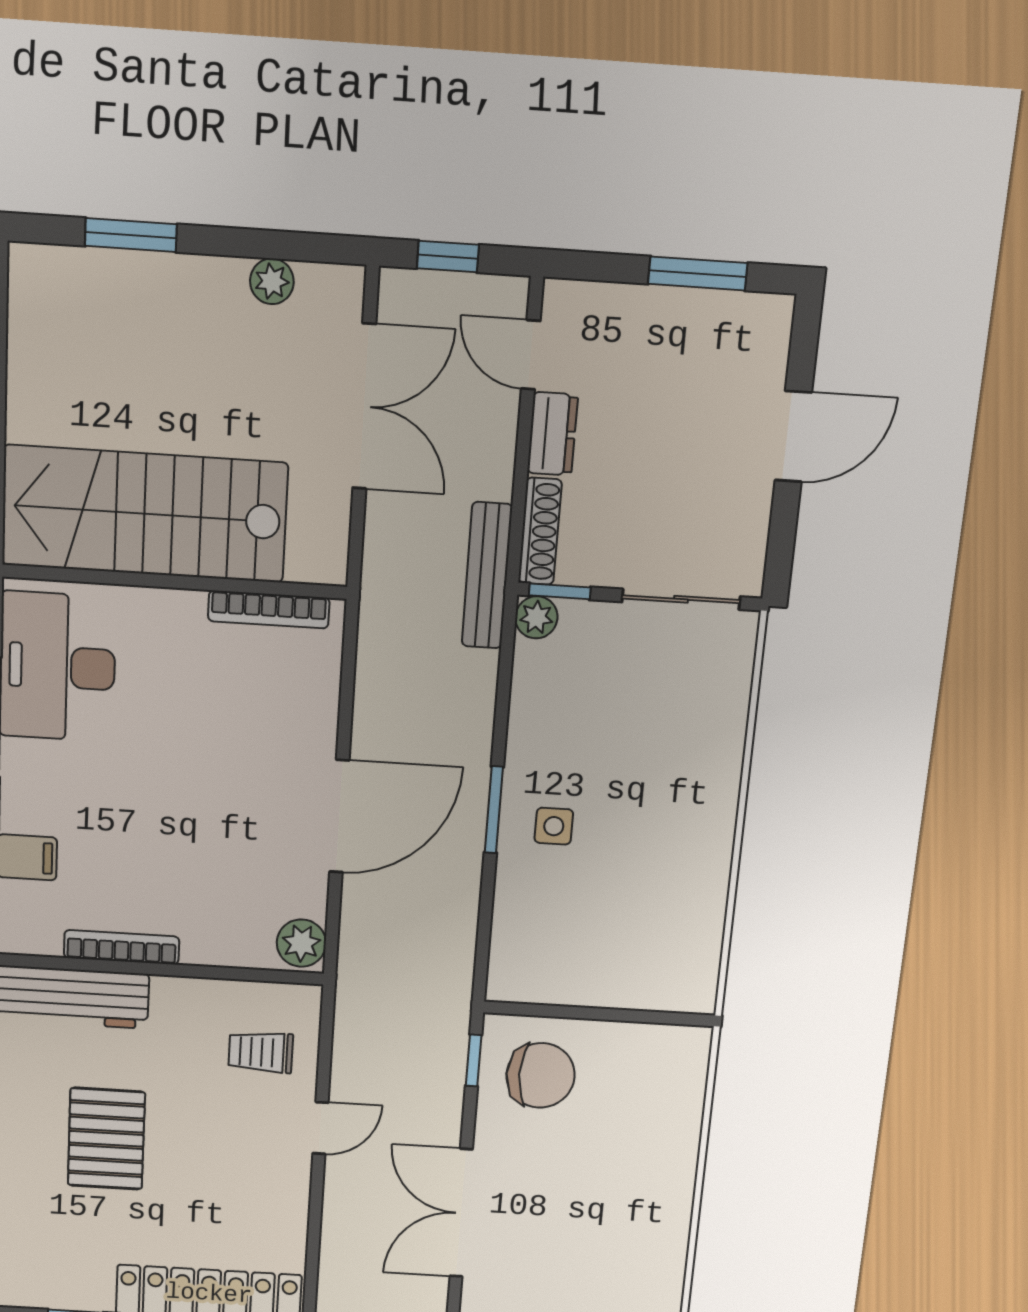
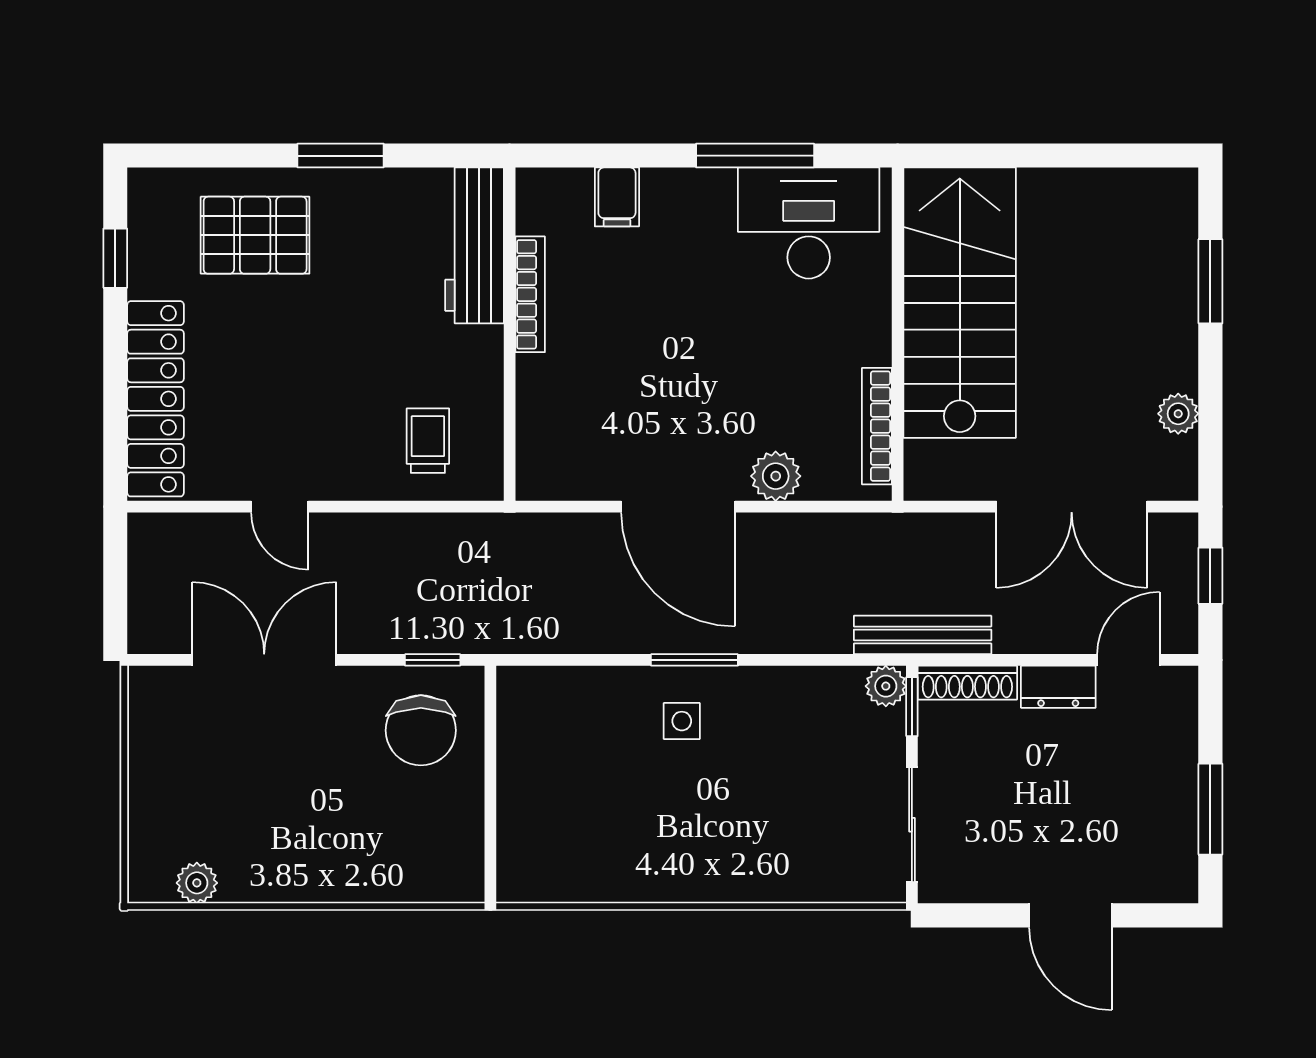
plant: (301, 943) -> (776, 476), moved
door: (320, 1128) -> (280, 507), moved
pallet: (106, 1139) -> (255, 235), moved
plant: (666, 1285) -> (197, 883), added

